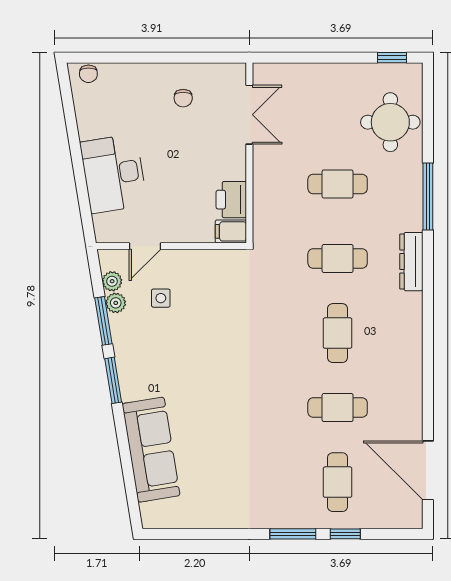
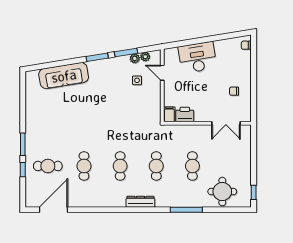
dresser: (411, 262) -> (140, 202), moved
cafe table: (338, 333) -> (120, 166), turned 90

